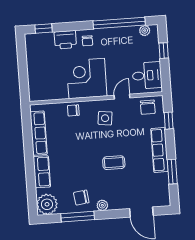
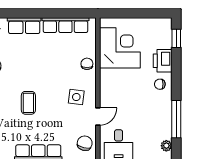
window: (119, 23) -> (176, 119), width x0.68
corner desk: (87, 78) -> (120, 48), moved
door: (122, 97) -> (98, 117), hinge flipped
chair: (148, 107) -> (85, 143), turned 103

